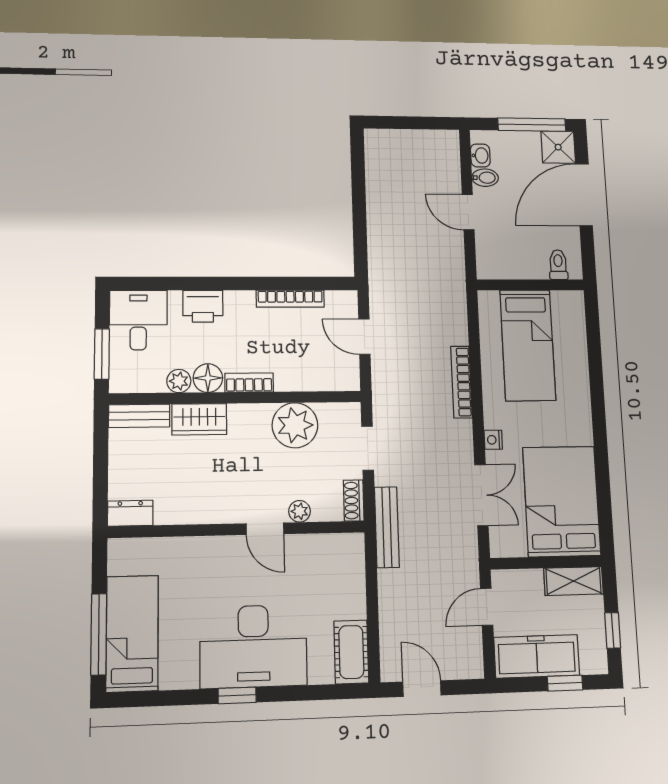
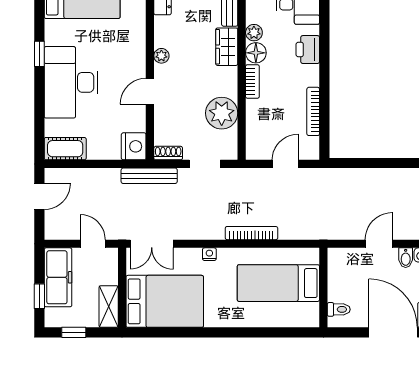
double door: (481, 495) -> (152, 244), moved
plant: (300, 511) -> (161, 56), moved
nightstand: (345, 551) -> (134, 146), added
window: (237, 695) -> (39, 54), moved

